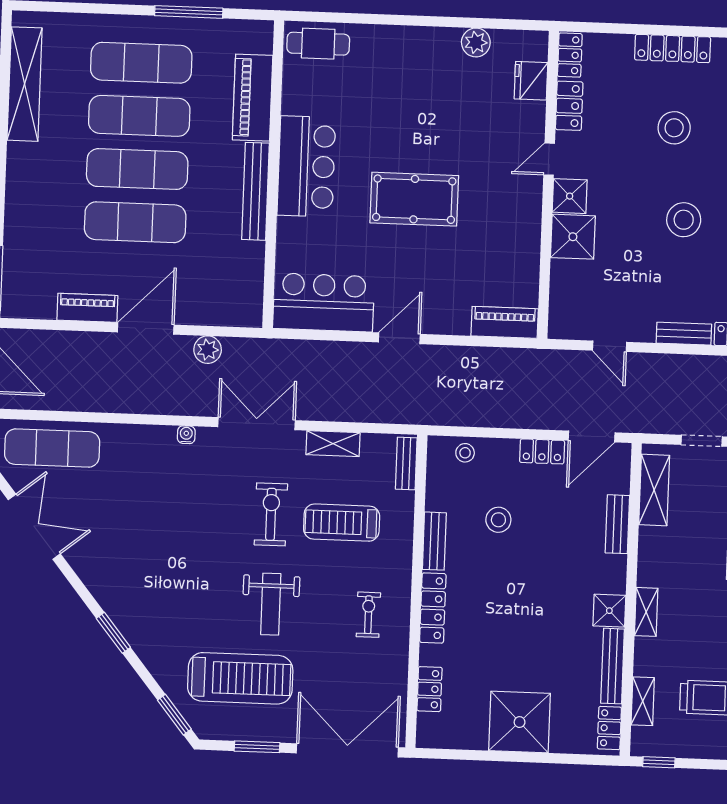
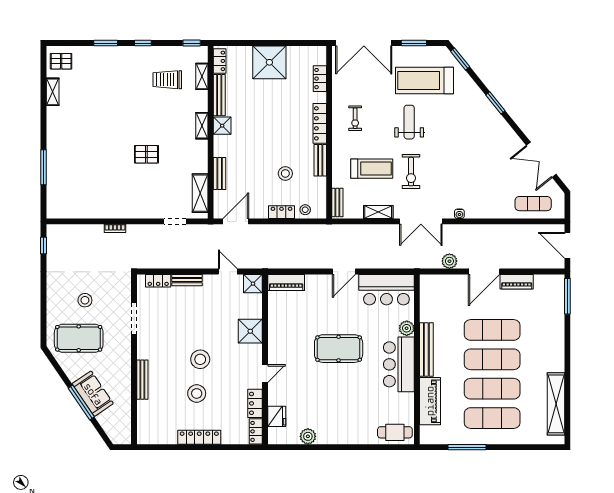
shower: (570, 196) -> (253, 284), moved
stool: (684, 220) -> (200, 359), moved
plant: (290, 231) -> (407, 328), added
exercise mat: (52, 448) -> (533, 204), width x0.73, depth x0.69
locker: (542, 451) -> (282, 212), moved

